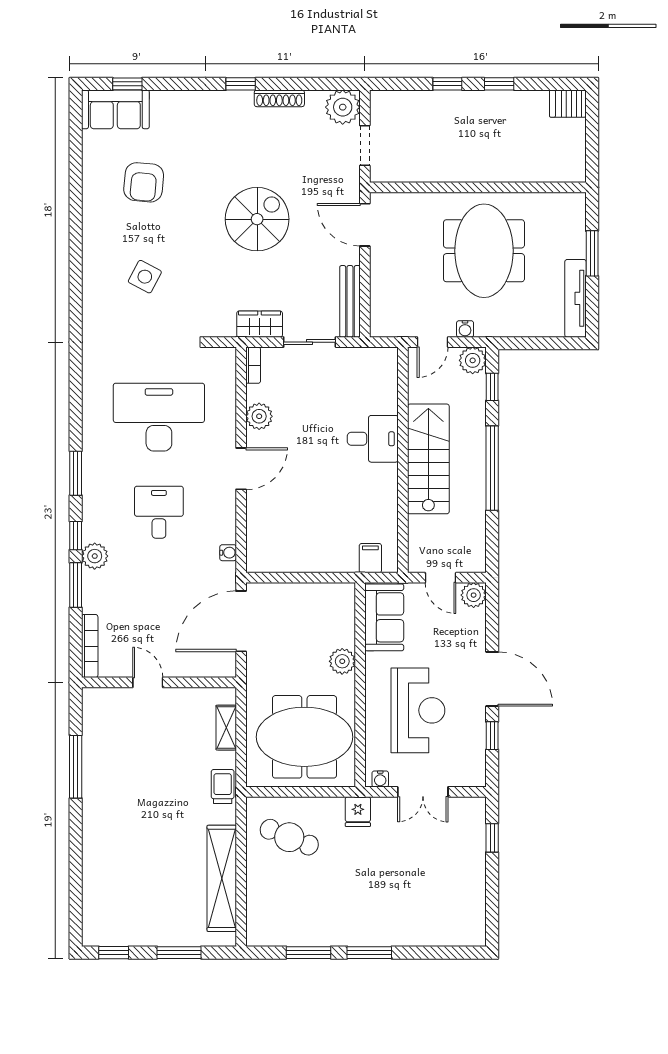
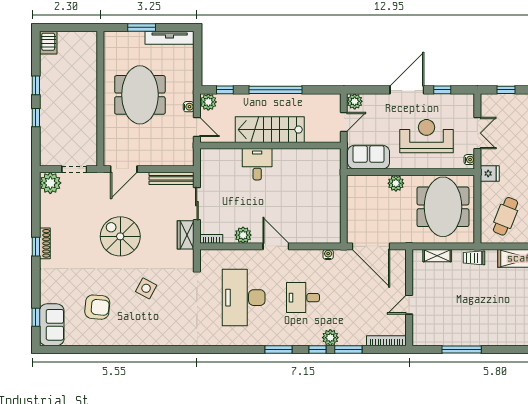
shoe rack: (279, 98) -> (45, 243), moved
meeting table: (484, 251) -> (140, 95), turned 90
side table: (145, 277) -> (146, 288), moved
filing cabinet: (370, 558) -> (332, 166), removed

